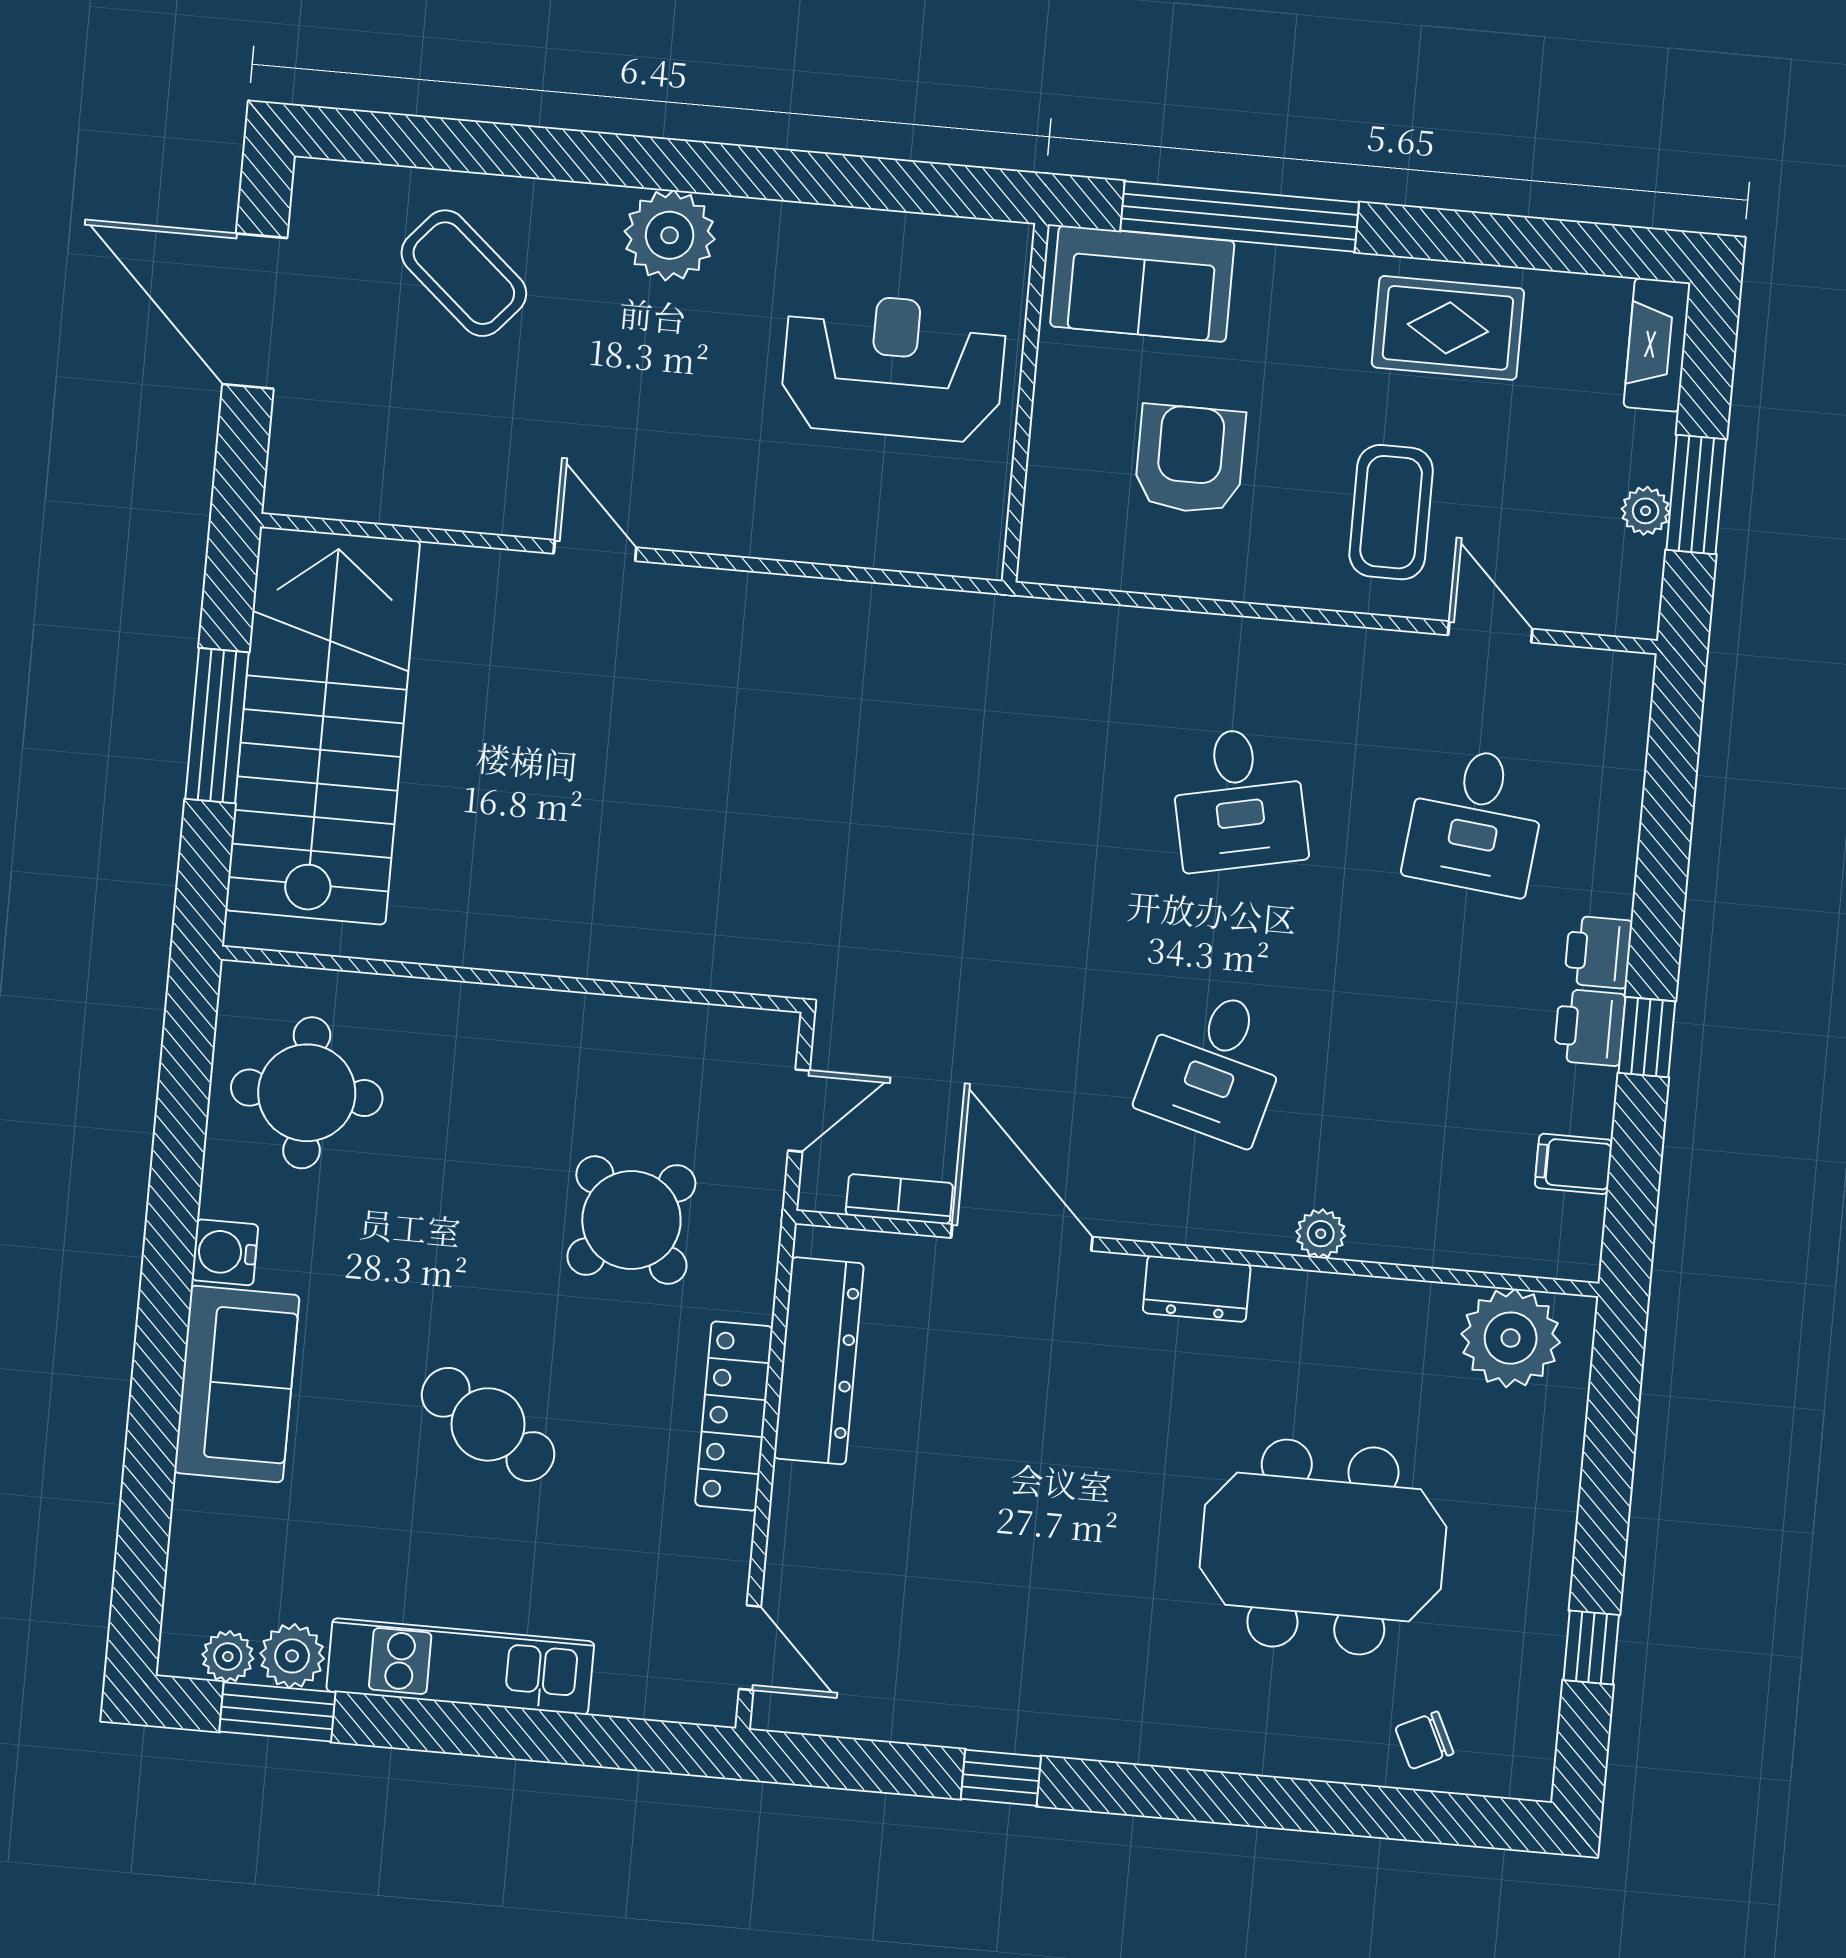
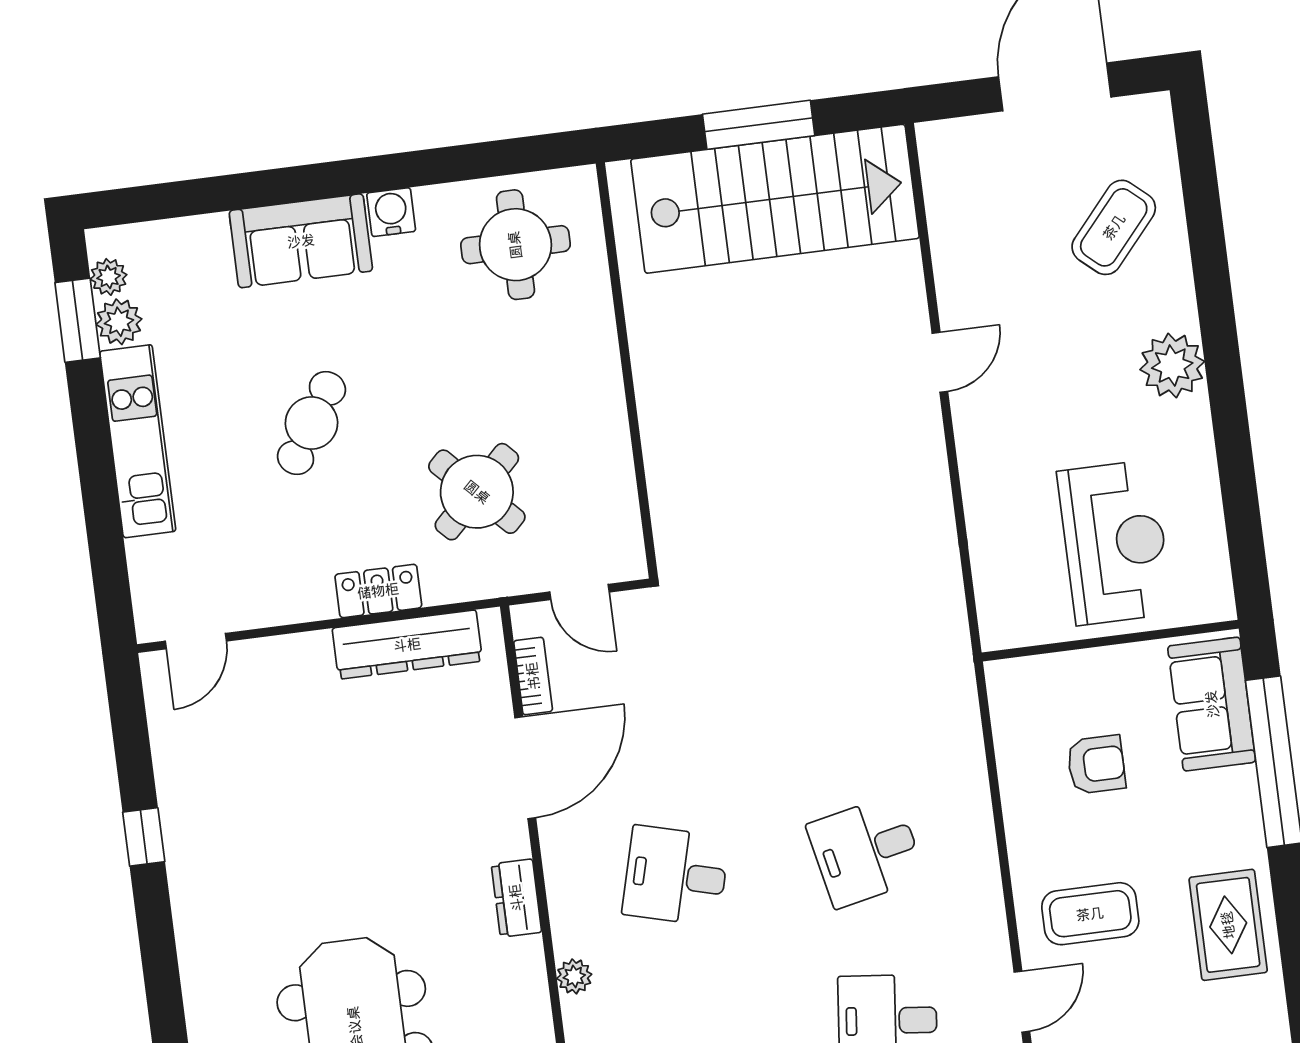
armchair: (1190, 459) -> (1096, 765), width x0.72, depth x0.72
locker: (734, 1416) -> (378, 591), width x0.66

